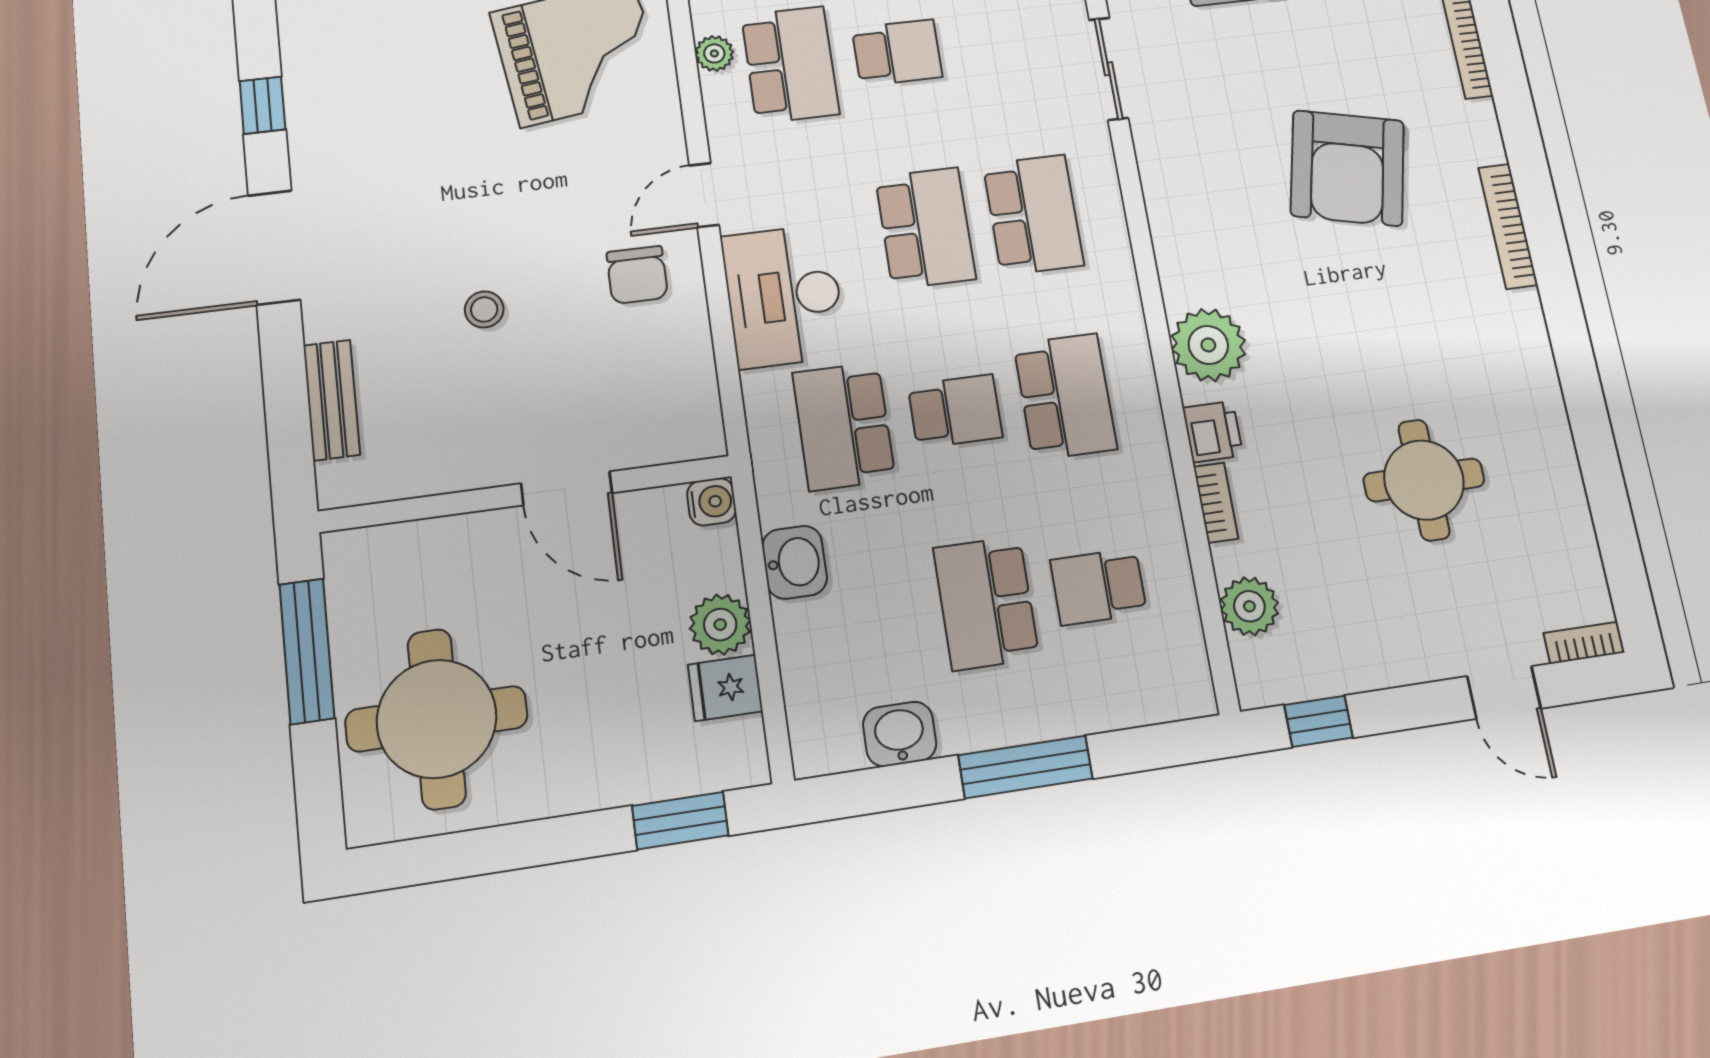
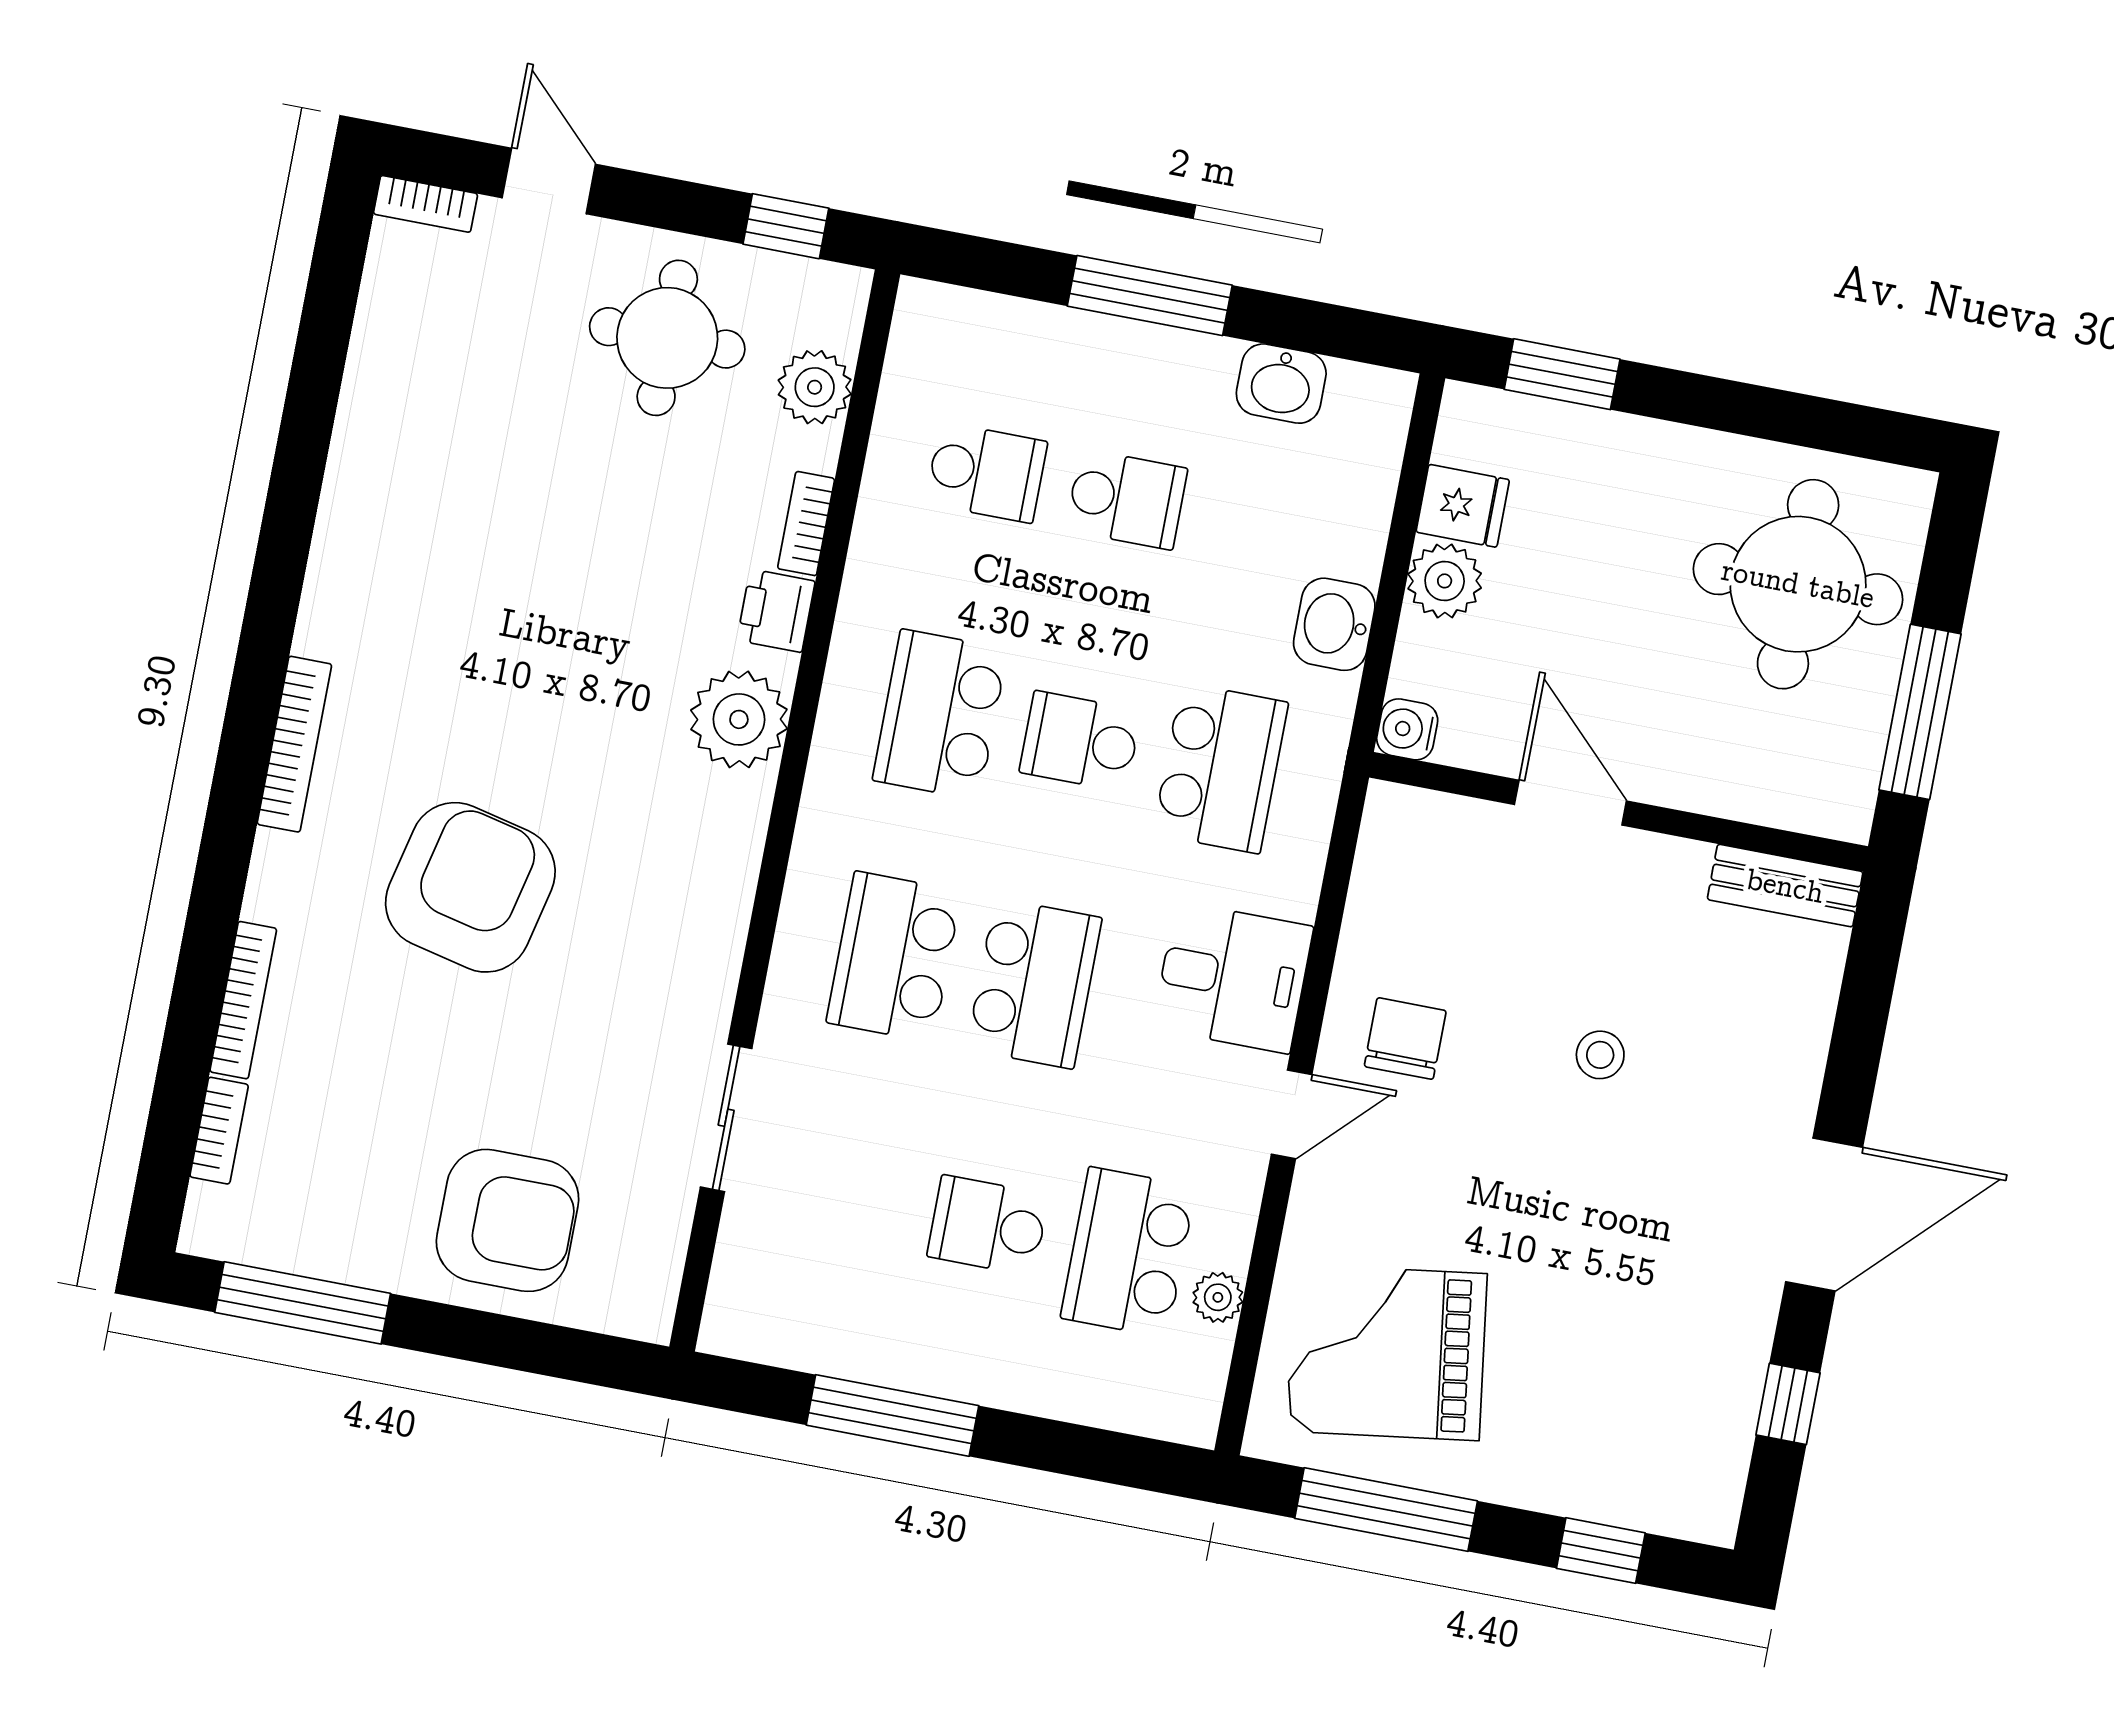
school desk: (925, 228) -> (1034, 983), turned 180
desk: (784, 296) -> (1233, 977), width x0.73
bench: (332, 400) -> (1785, 886), moved, turned 90
round table: (1424, 480) -> (667, 338), moved
school desk: (986, 603) -> (1127, 499), width x0.54

